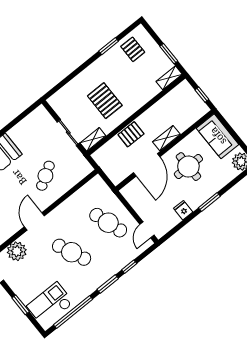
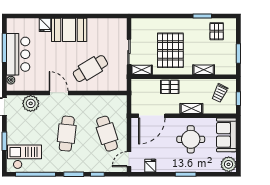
shelving: (169, 78) -> (204, 70), moved
pallet: (105, 101) -> (170, 50), width x1.37, depth x1.41
trolley: (181, 103) -> (220, 93), added
door: (147, 165) -> (152, 116), moved
cafe table: (45, 176) -> (90, 69), width x1.37, depth x1.35
fridge: (183, 210) -> (150, 166), moved
door: (34, 221) -> (59, 93), hinge flipped
cafe table: (72, 252) -> (67, 134), turned 30

